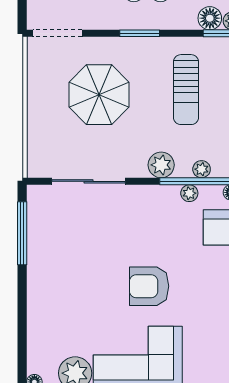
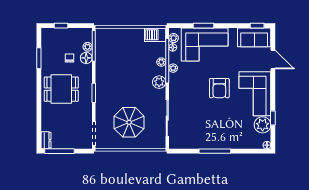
sun lounger: (186, 90) -> (122, 70), removed
parasol: (99, 95) -> (129, 122), moved
window: (22, 233) -> (215, 151), moved

